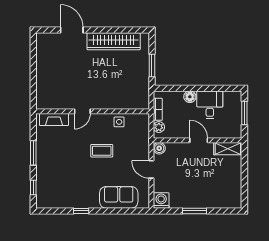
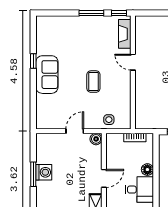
side table: (119, 122) -> (109, 120), moved
plant: (159, 127) -> (117, 139), removed
window: (33, 187) -> (119, 13), moved
sofa: (119, 197) -> (47, 75), moved
washing machine: (161, 200) -> (44, 172), moved

